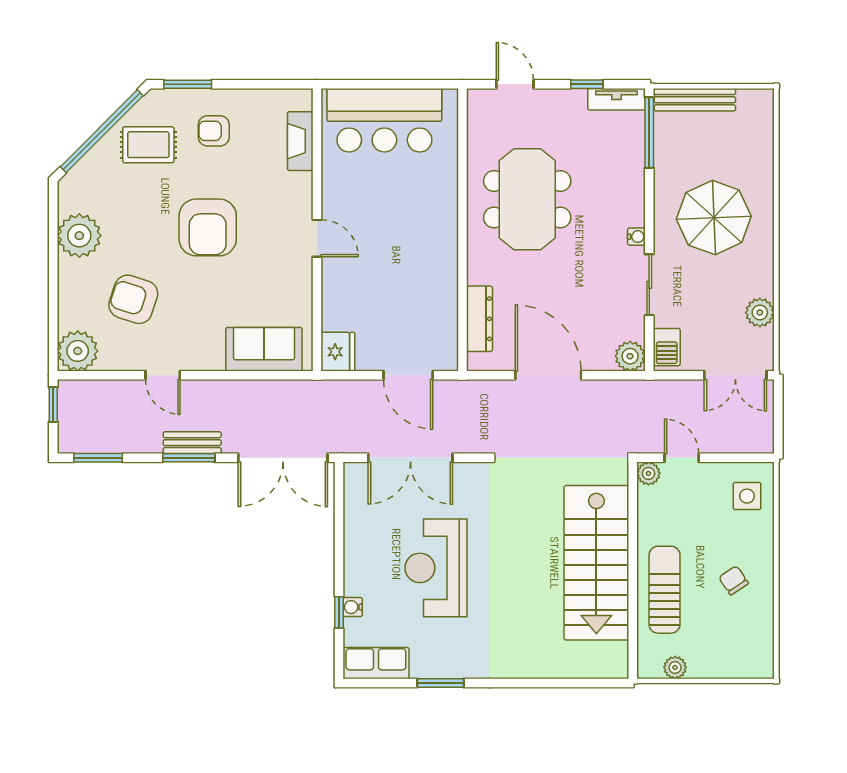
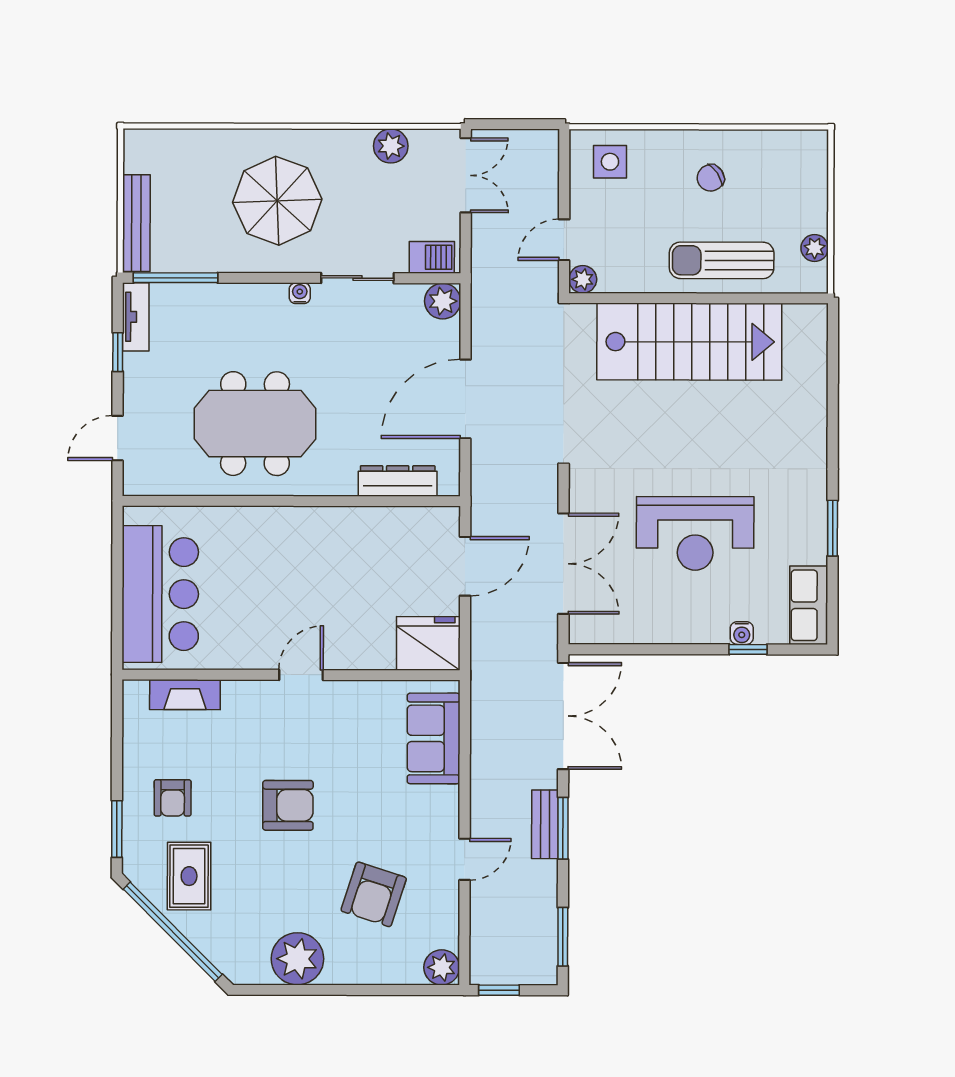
armchair: (208, 227) -> (288, 805), width x0.73, depth x0.73
plant: (78, 351) -> (442, 967), width x0.73, depth x0.73
fridge: (338, 352) -> (428, 643), width x1.36, depth x1.34

